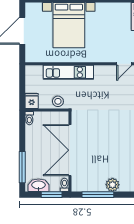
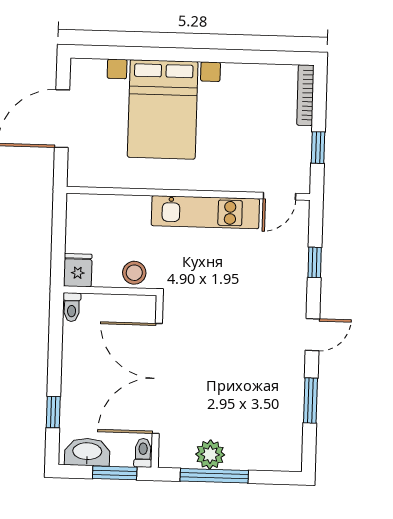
kitchen unit: (68, 72) -> (205, 212), moved
window: (22, 167) -> (53, 412), width x0.46
plant: (113, 185) -> (210, 454), moved

